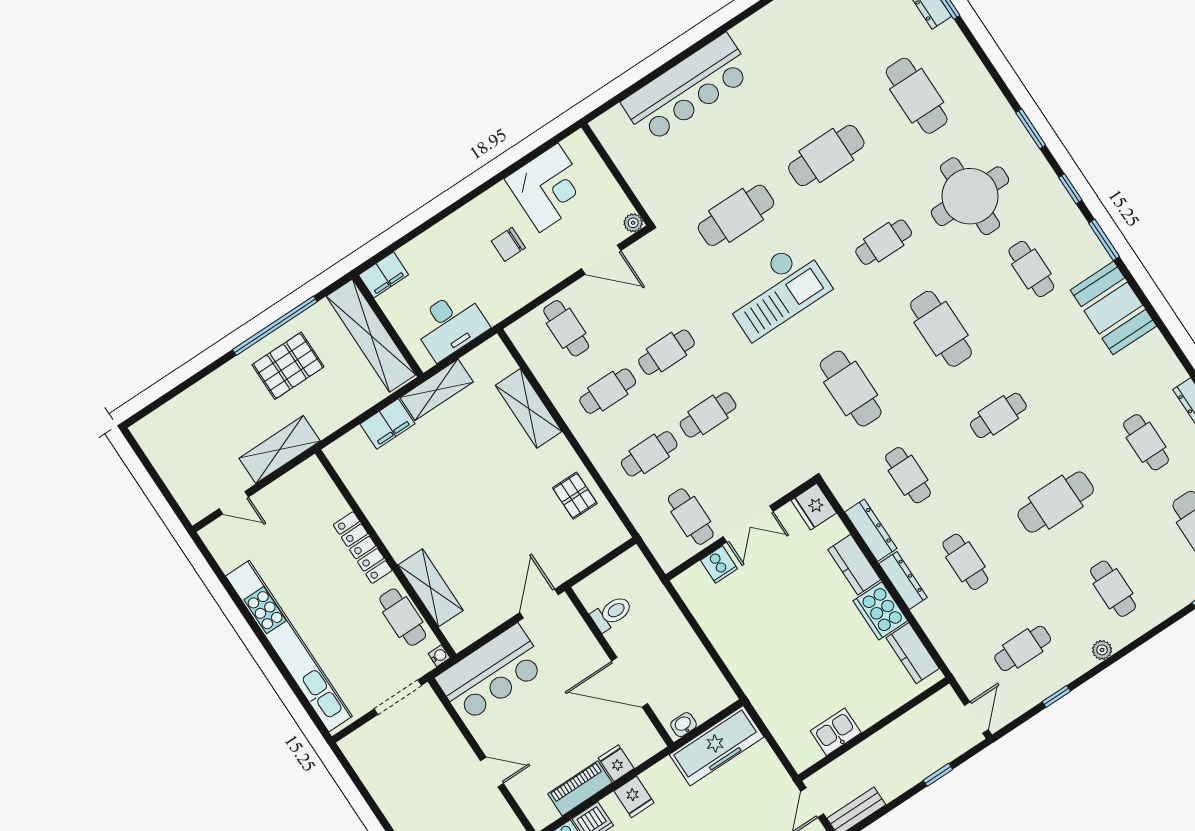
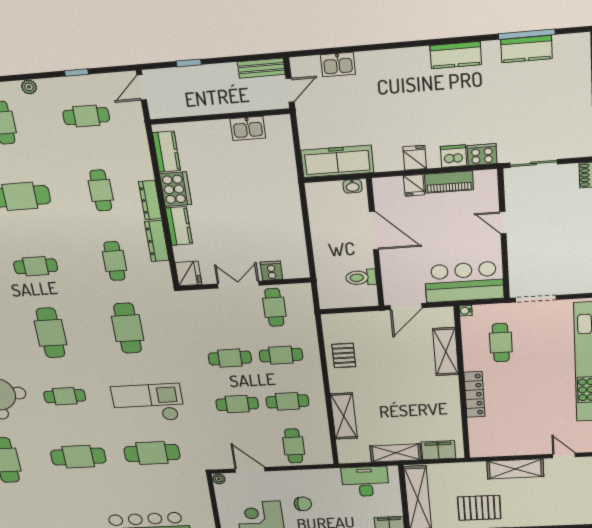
locker: (363, 548) -> (474, 394), moved
wall: (386, 554) -> (462, 384), moved
shelving: (430, 588) -> (446, 352), moved
water cooler: (439, 656) -> (466, 311), moved

